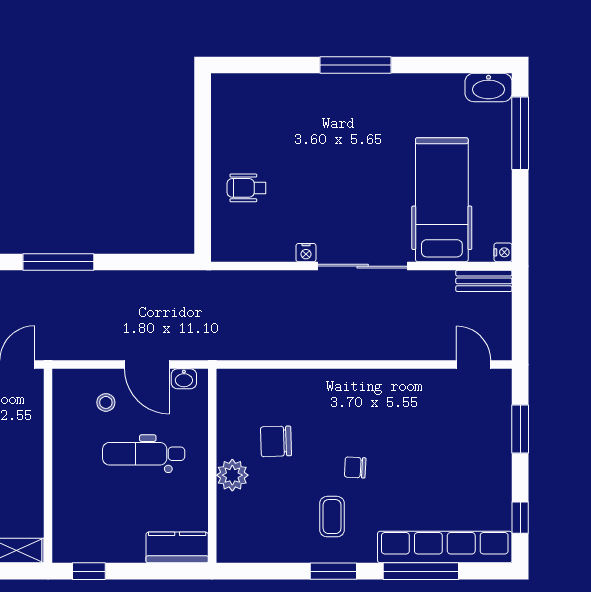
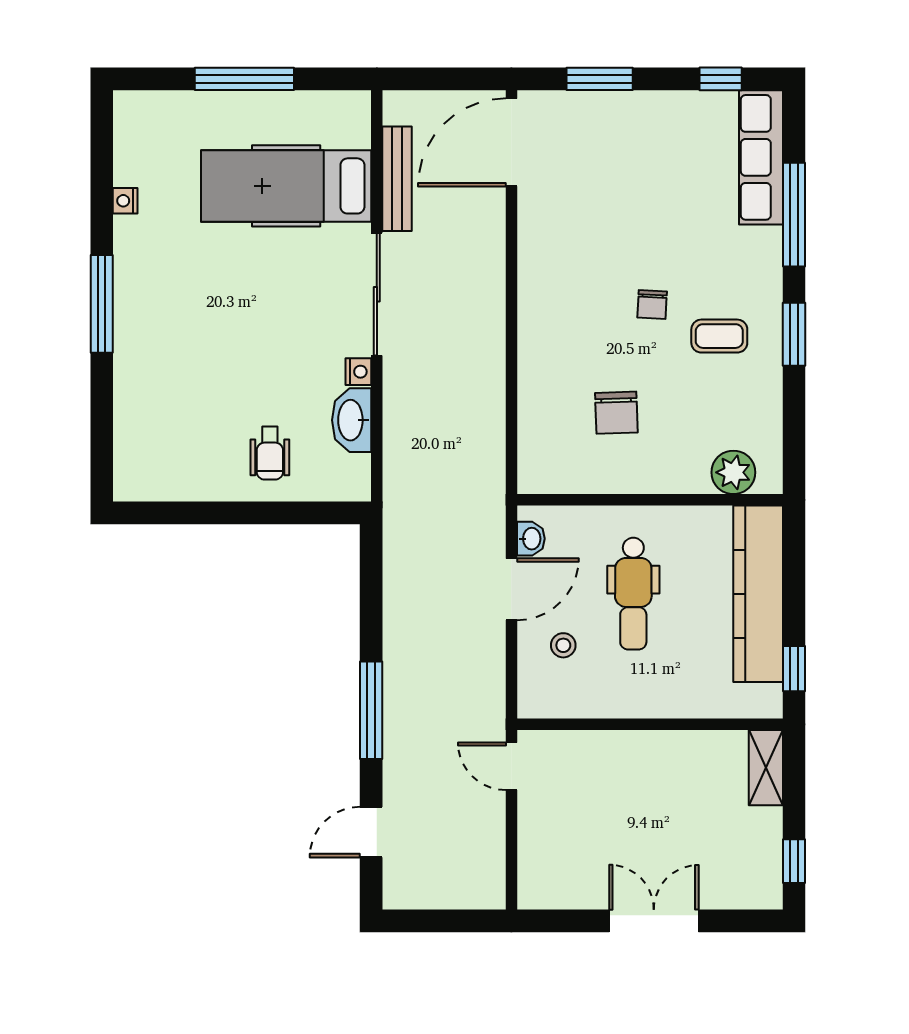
washbasin: (488, 87) -> (352, 420), moved, turned 180
window: (520, 133) -> (244, 79), moved
nightstand: (503, 252) -> (125, 201), moved, turned -90
bench: (484, 281) -> (397, 179), moved, width x1.36
door: (474, 365) -> (511, 142), width x1.88
plant: (232, 475) -> (733, 472), moved
kitchen counter: (177, 547) -> (758, 594), width x2.08, depth x1.17
row of seats: (445, 547) -> (761, 157), width x0.73

